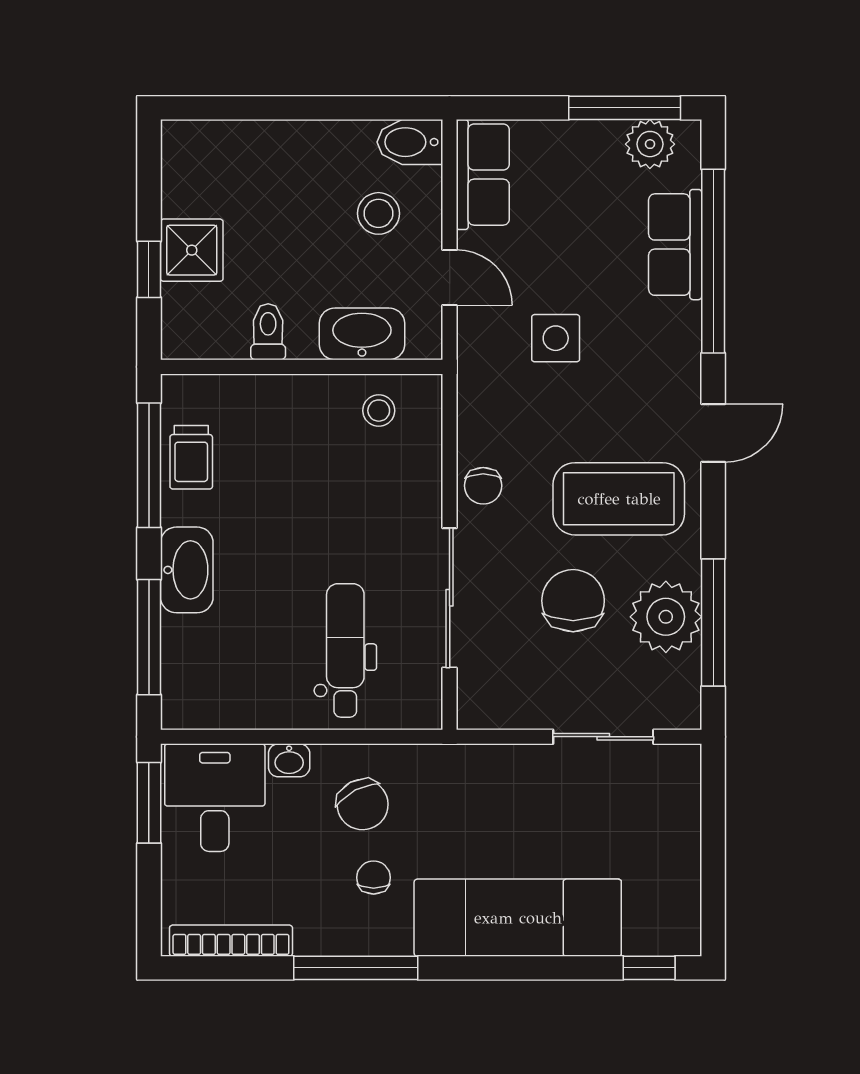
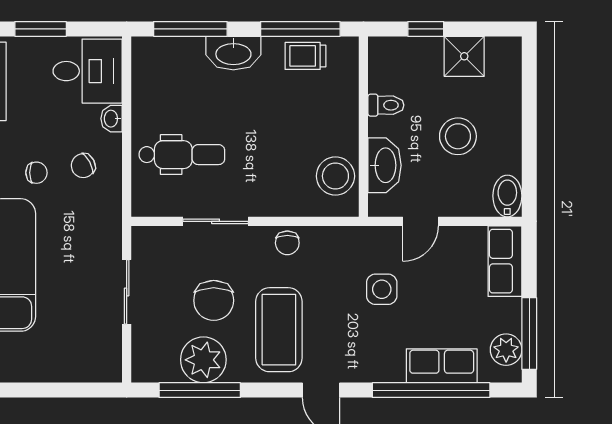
row of seats: (483, 175) -> (505, 261), moved, turned 90
stool: (378, 213) -> (458, 136), moved, width x1.38, depth x1.38
shower: (192, 250) -> (464, 56), moved
stool: (379, 411) -> (335, 176), width x1.89, depth x1.89
chair: (483, 486) -> (287, 243), turned -90
sliding door: (450, 598) -> (216, 221), width x0.73
chair: (573, 601) -> (214, 300), turned 90
sliding door: (603, 737) -> (127, 292), moved
window: (149, 803) -> (41, 29), moved
chair: (363, 805) -> (83, 166), width x0.73, depth x0.73

